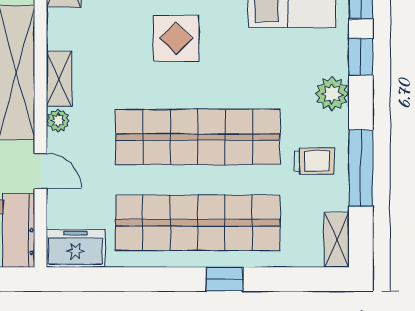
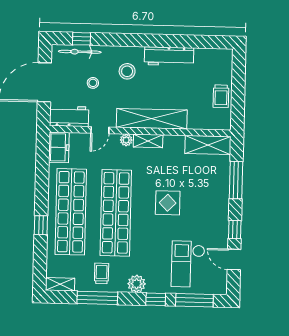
trolley: (314, 161) -> (102, 273), turned 180

